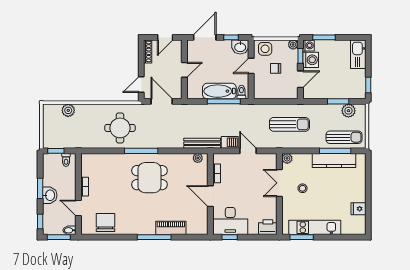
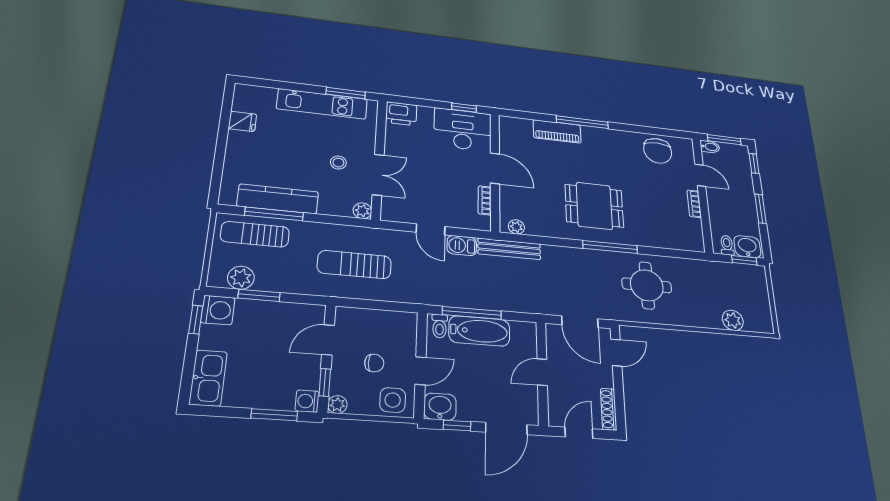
washing machine: (311, 60) -> (218, 310), moved, turned 180
washbasin: (50, 195) -> (747, 247), moved, turned 90

